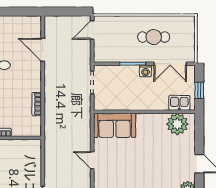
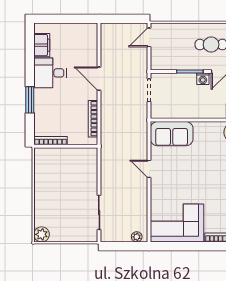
door: (43, 50) -> (99, 79), moved
bookcase: (37, 104) -> (93, 119), width x1.56

